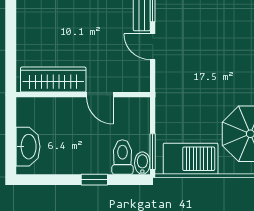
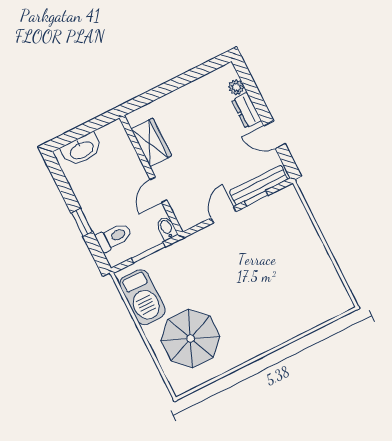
wardrobe: (53, 80) -> (151, 142), width x0.67
window: (153, 152) -> (148, 253), moved
bidet: (142, 163) -> (167, 228), moved, turned -90

